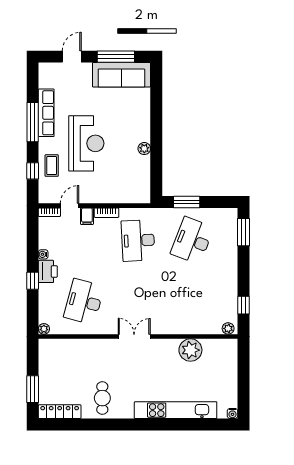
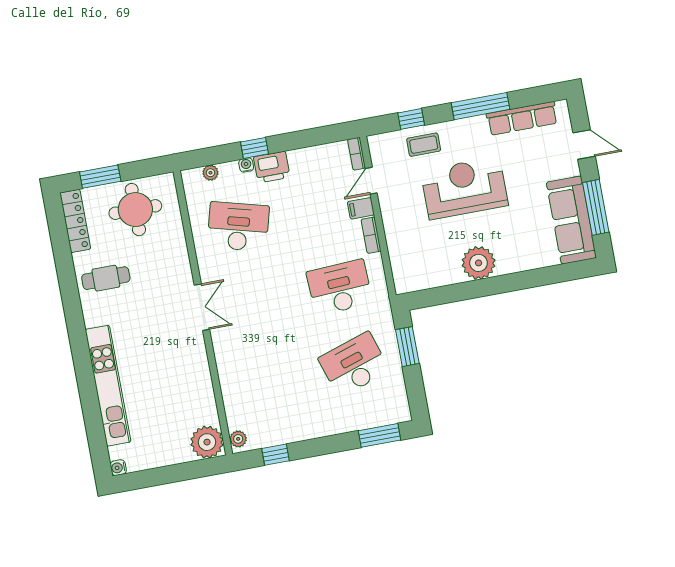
row of seats: (46, 113) -> (522, 118), moved
reception desk: (86, 143) -> (464, 188), turned 180
plant: (144, 149) -> (479, 263), width x1.88, depth x1.88
door: (70, 206) -> (371, 181), swing flipped
desk: (192, 240) -> (354, 365), turned -39
water cooler: (43, 254) -> (246, 165), moved
plant: (44, 329) -> (210, 173), moved
plant: (190, 350) -> (207, 442), moved
round table: (59, 369) -> (135, 210), added

